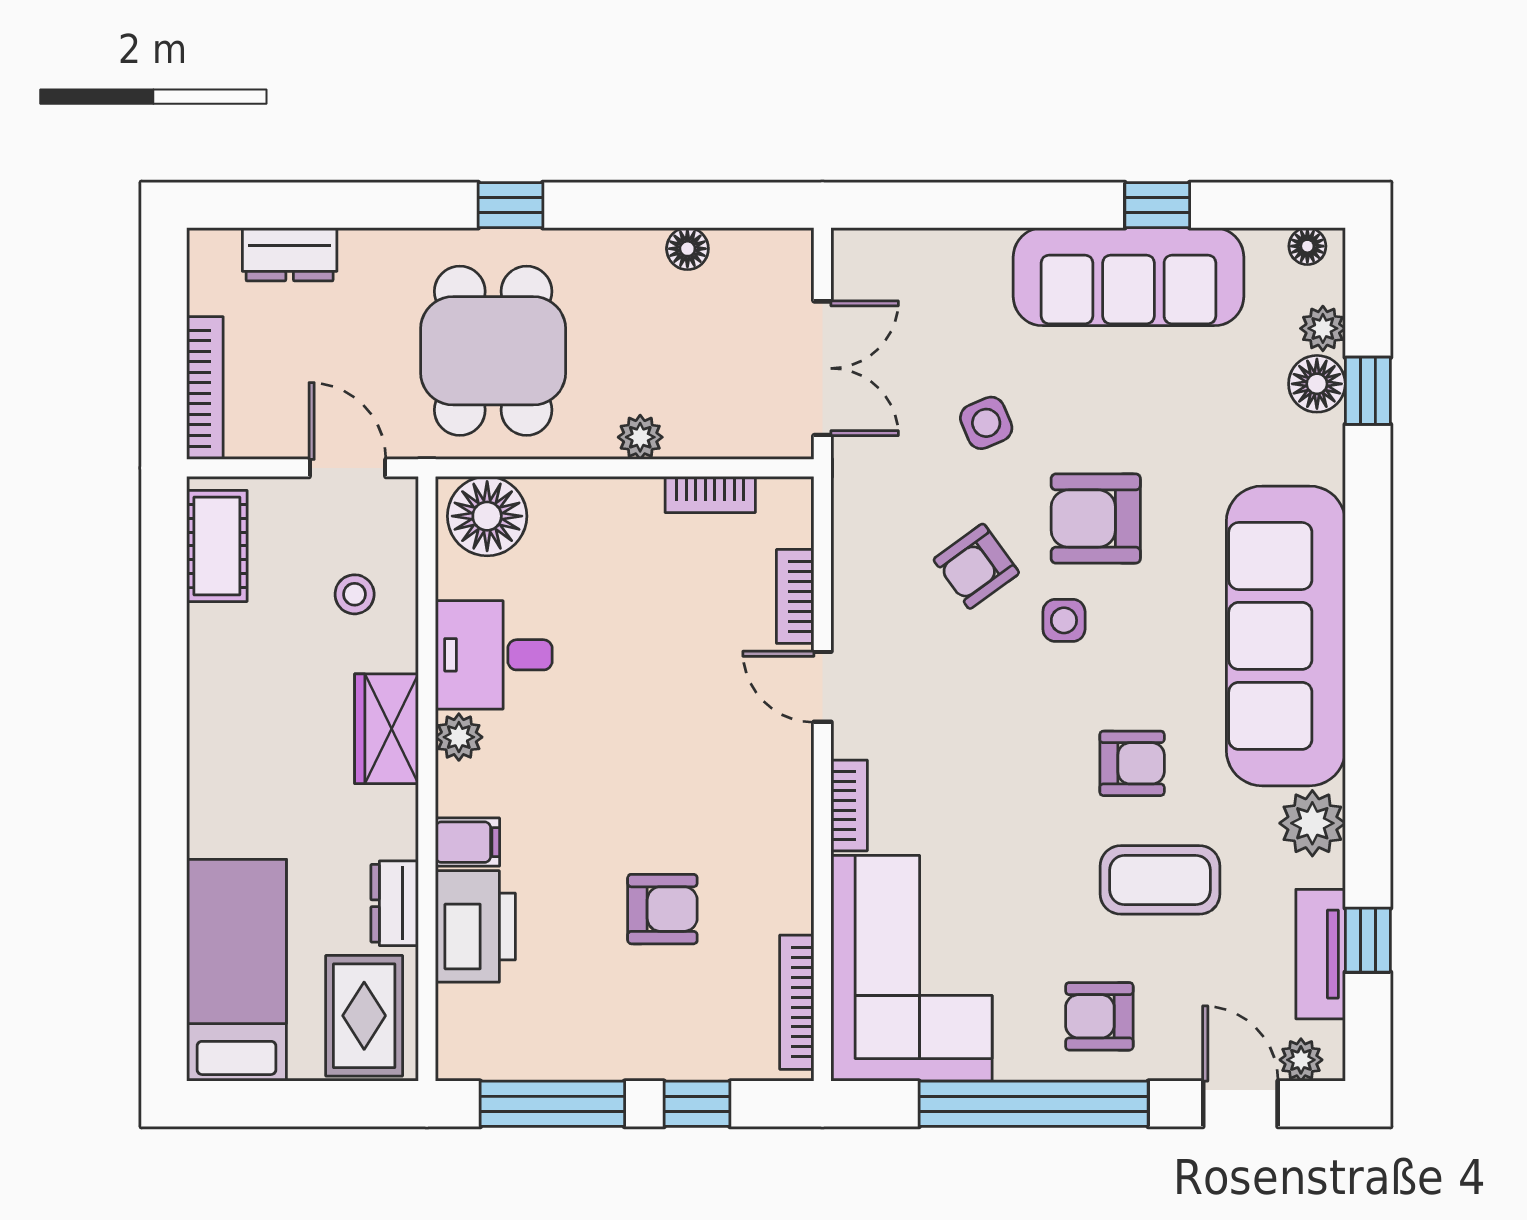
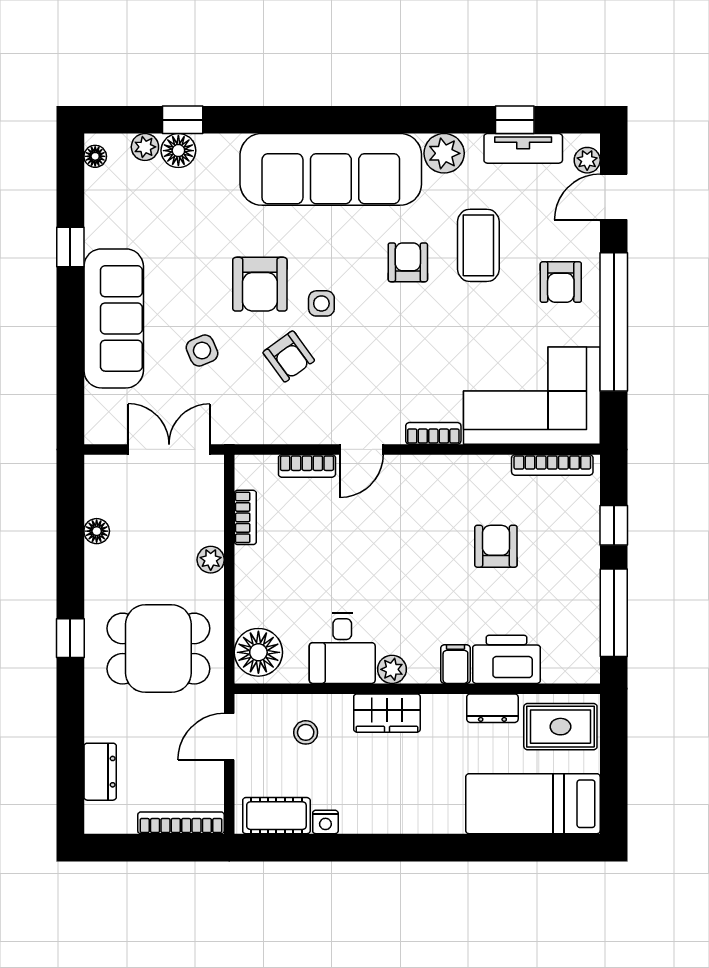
sofa: (1128, 277) -> (114, 318), moved
nightstand: (206, 627) -> (325, 822), added

